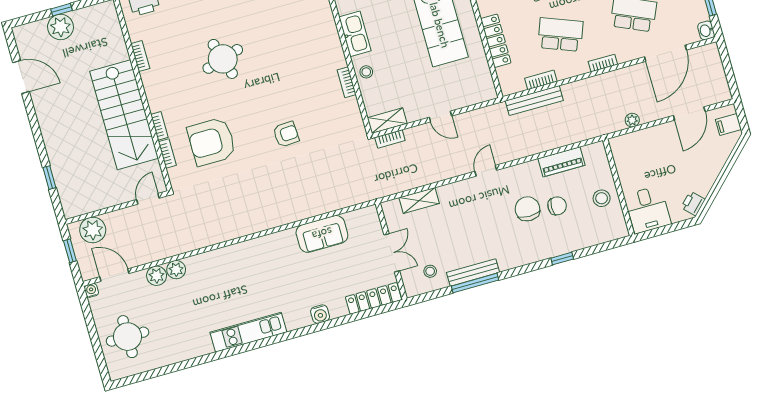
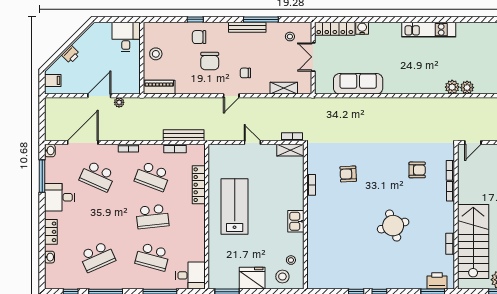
kitchen sink: (355, 34) -> (296, 221), width x0.73
stool: (366, 72) -> (295, 188), removed
door: (689, 114) -> (99, 96), moved
stairs: (124, 115) -> (473, 241), moved
armchair: (286, 134) -> (348, 174), moved
armchair: (212, 142) -> (417, 170), width x0.53, depth x0.53
piano: (561, 162) -> (159, 87), moved
printer: (693, 204) -> (71, 54), moved
chair: (476, 206) -> (245, 73), added
chair: (557, 206) -> (199, 37), moved
sofa: (322, 234) -> (358, 84), width x1.36
bench: (473, 272) -> (247, 27), moved
plant: (157, 276) -> (452, 87), moved
water cooler: (320, 314) -> (362, 28), moved

